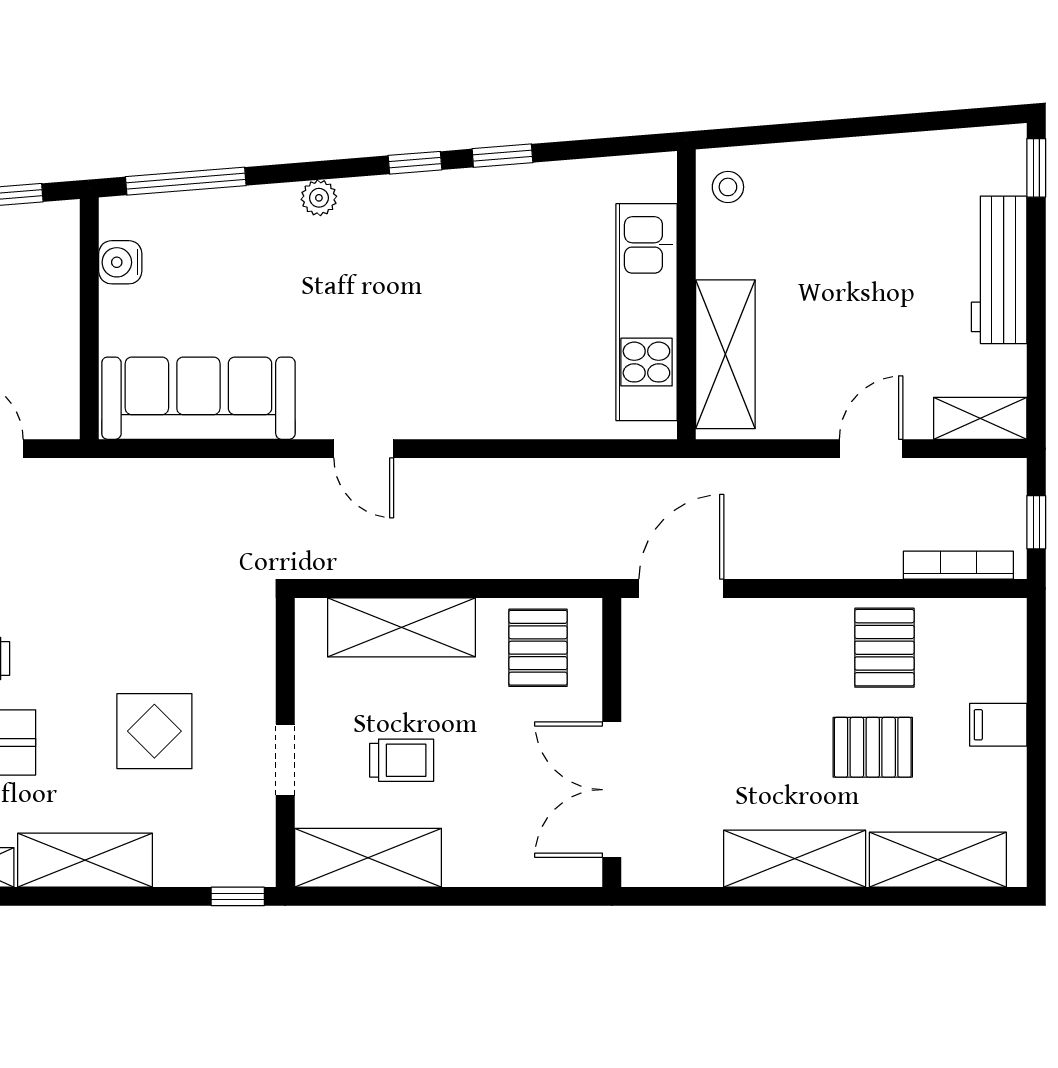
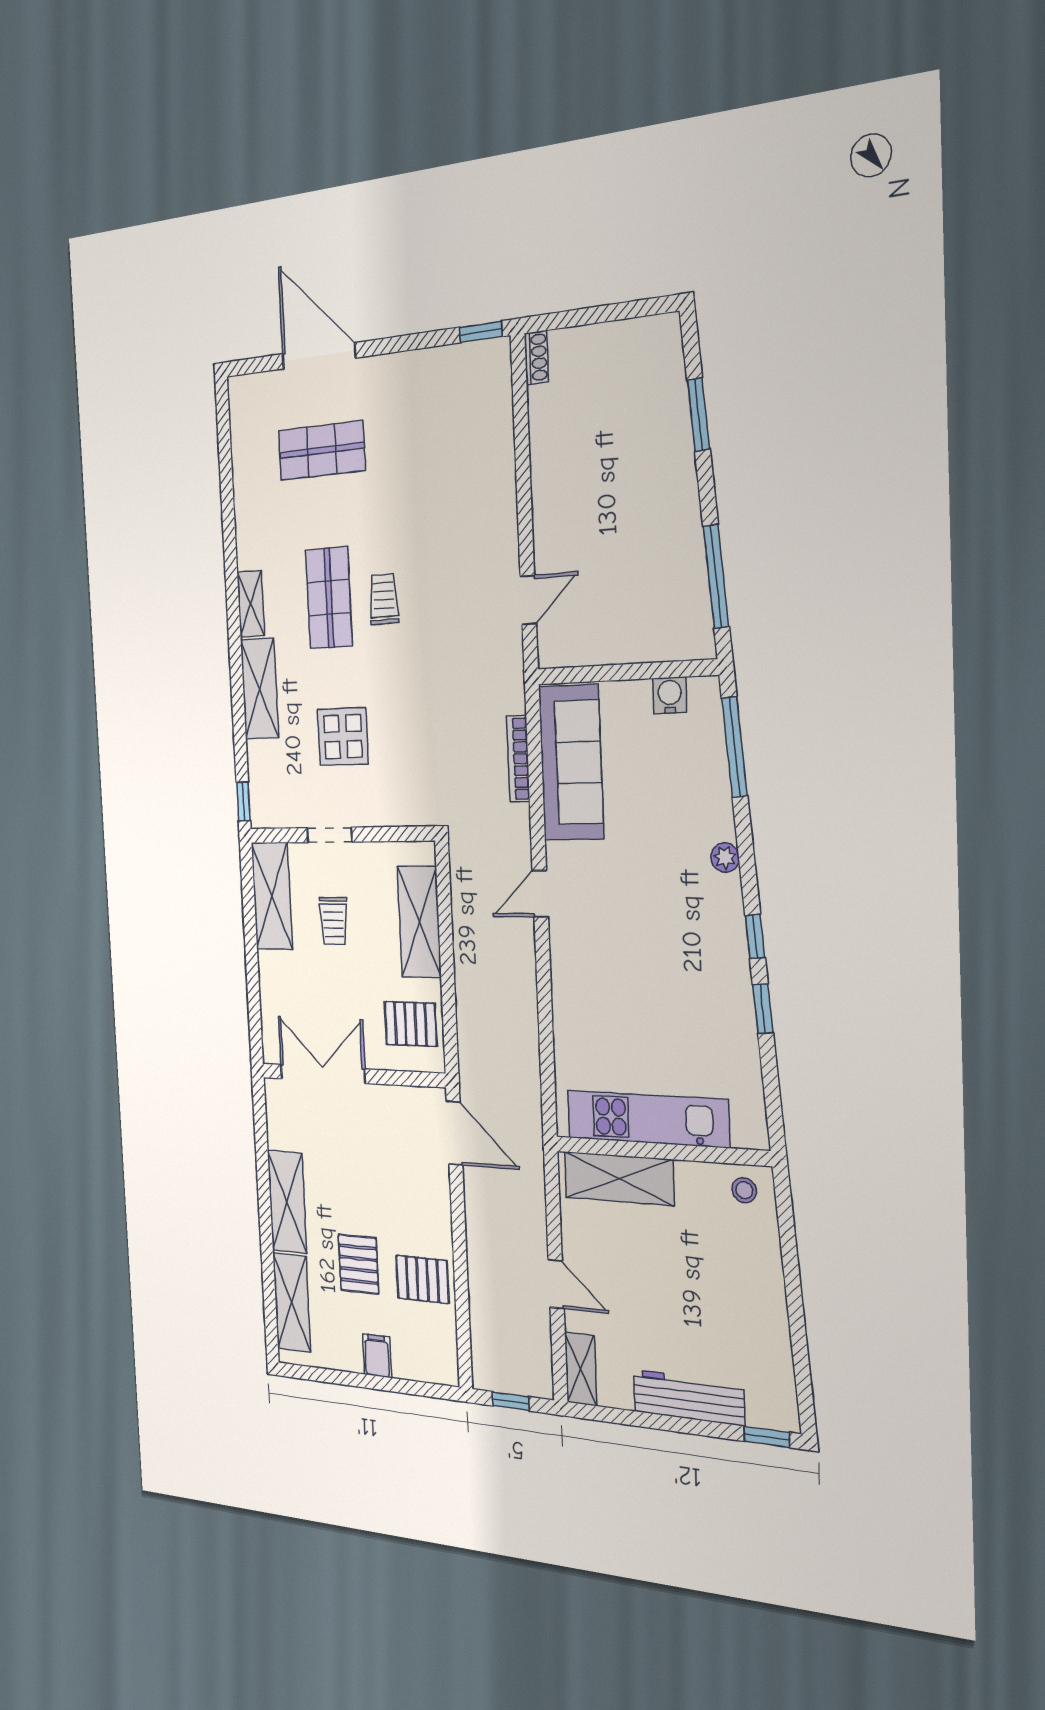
bookcase: (958, 565) -> (518, 759), moved, turned 180

